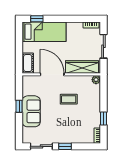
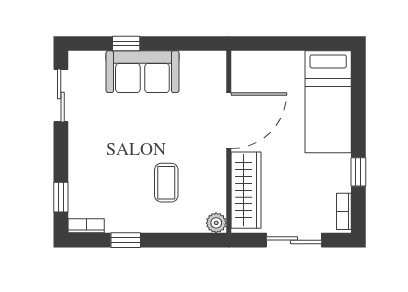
window: (37, 19) -> (358, 172), moved
cot: (28, 63) -> (255, 64), removed
coffee table: (69, 99) -> (166, 183), moved
window: (19, 106) -> (126, 43), moved
window: (65, 146) -> (61, 197), moved

